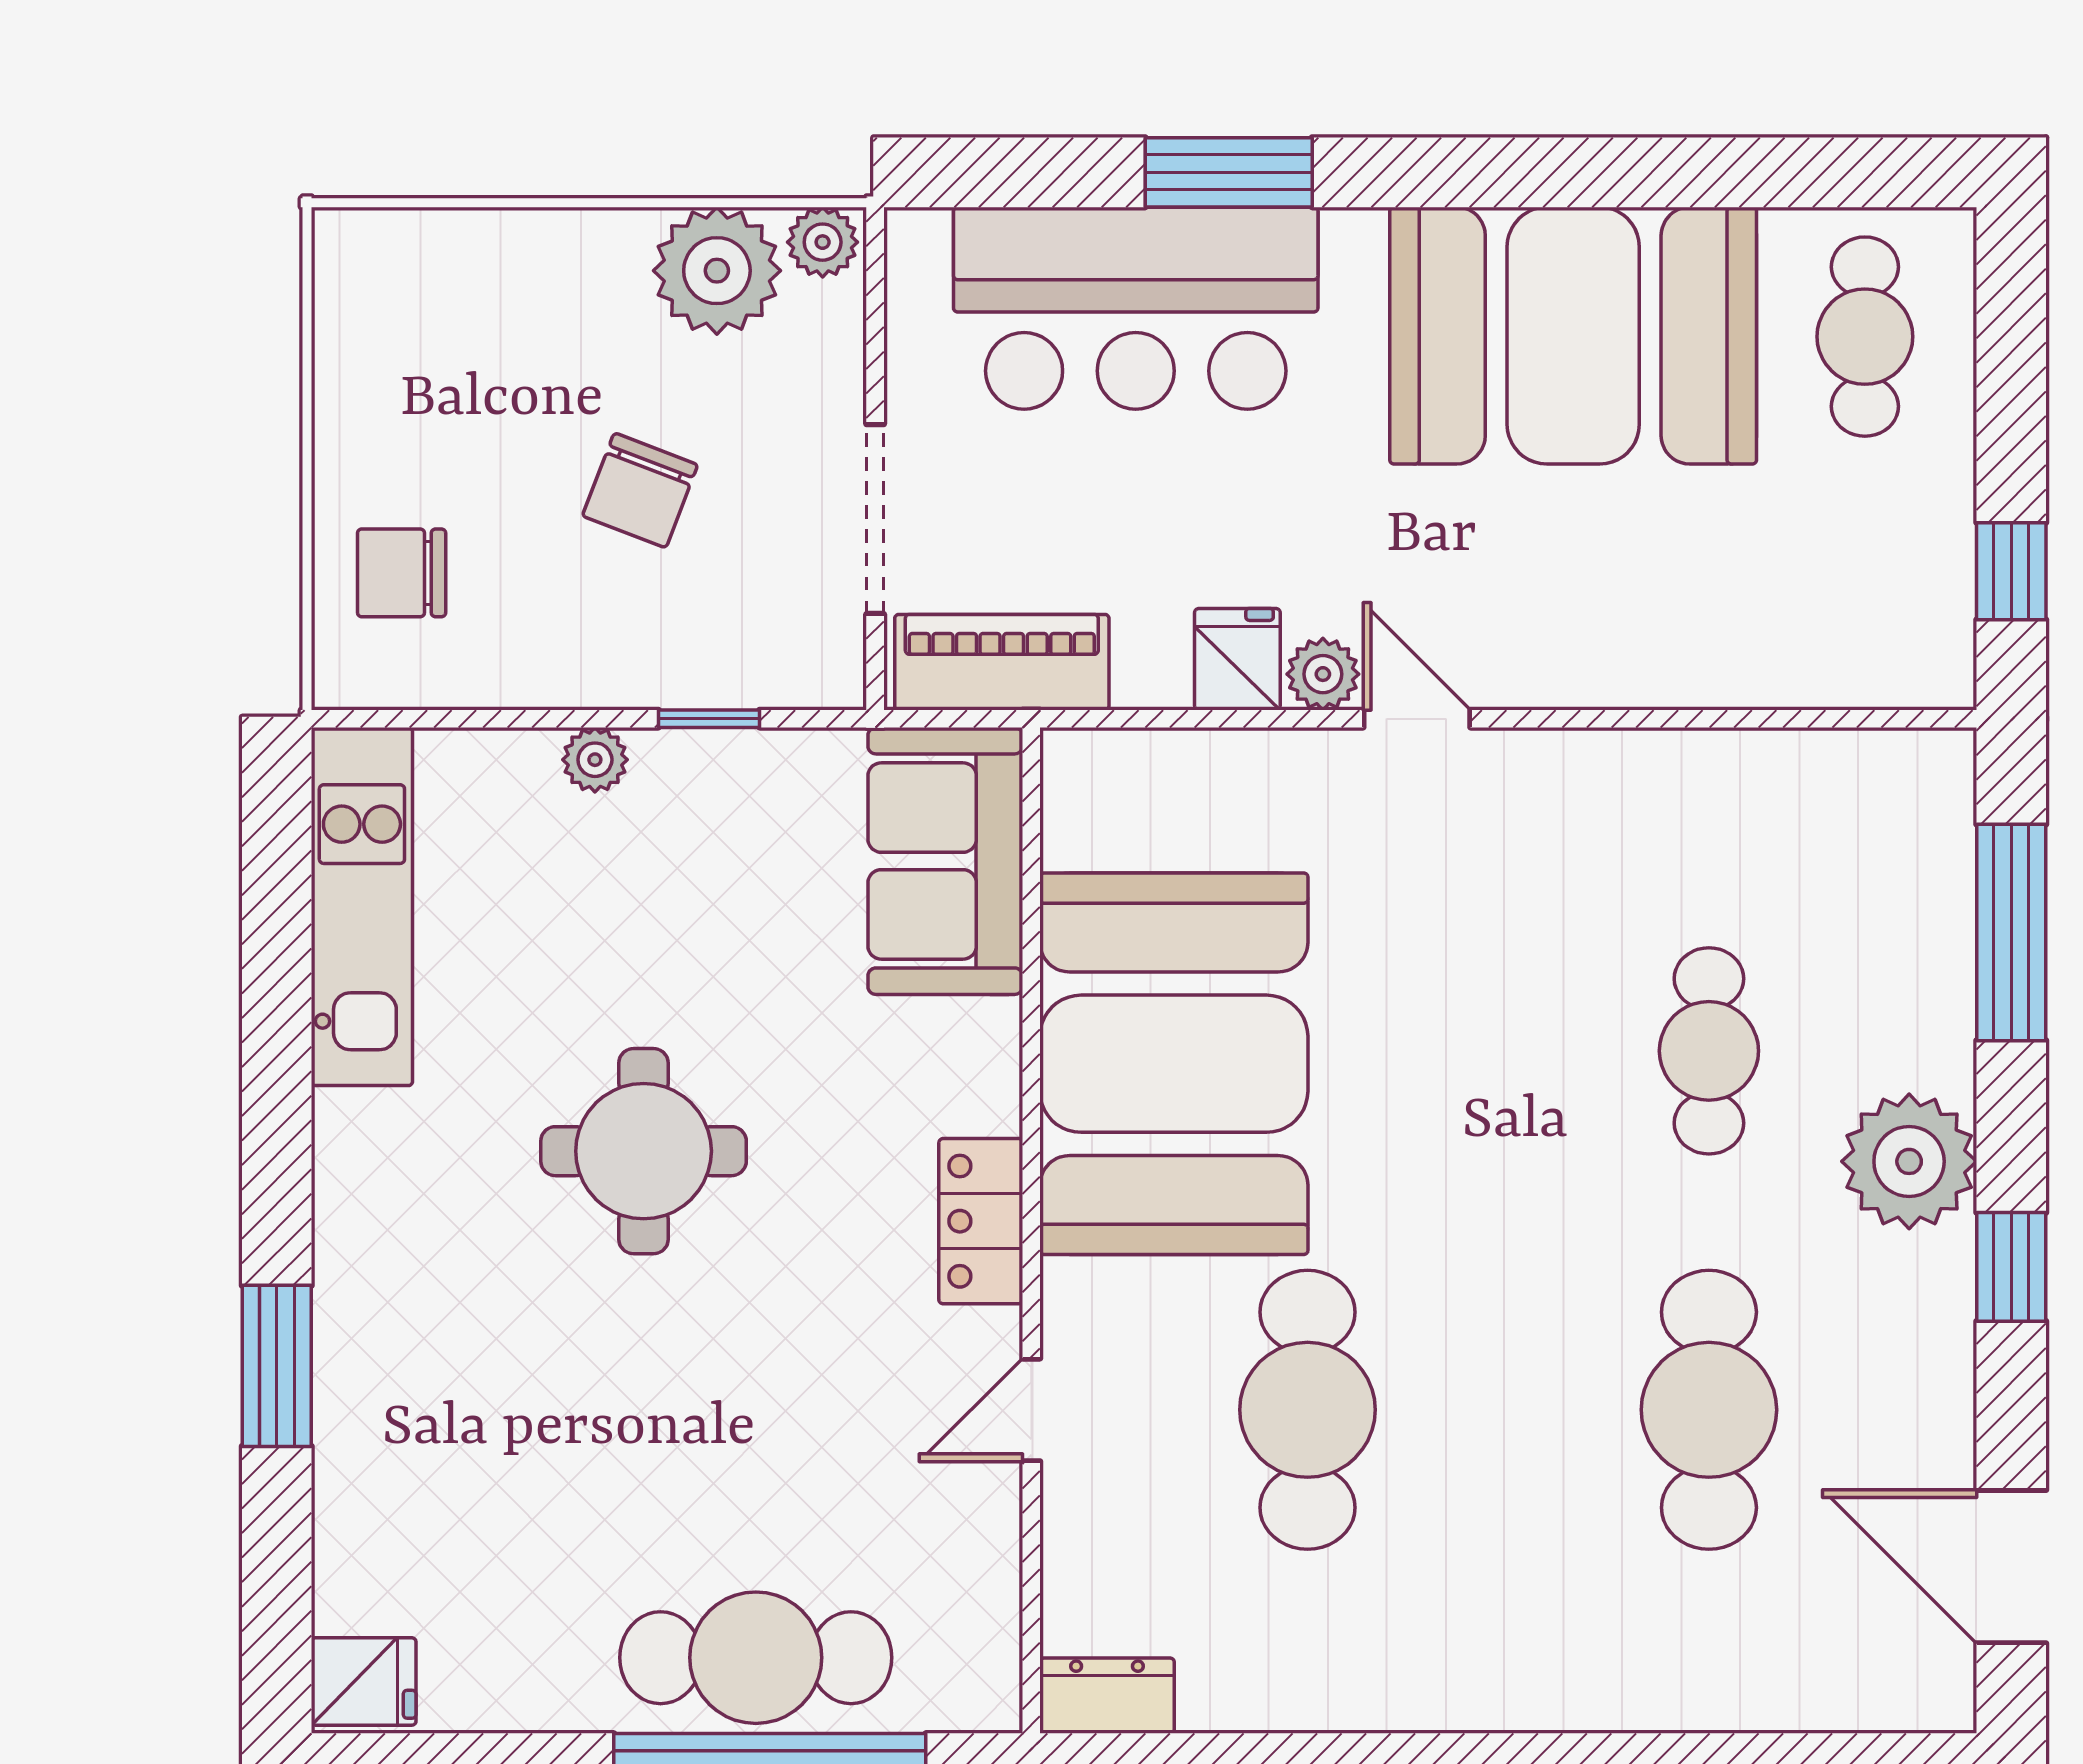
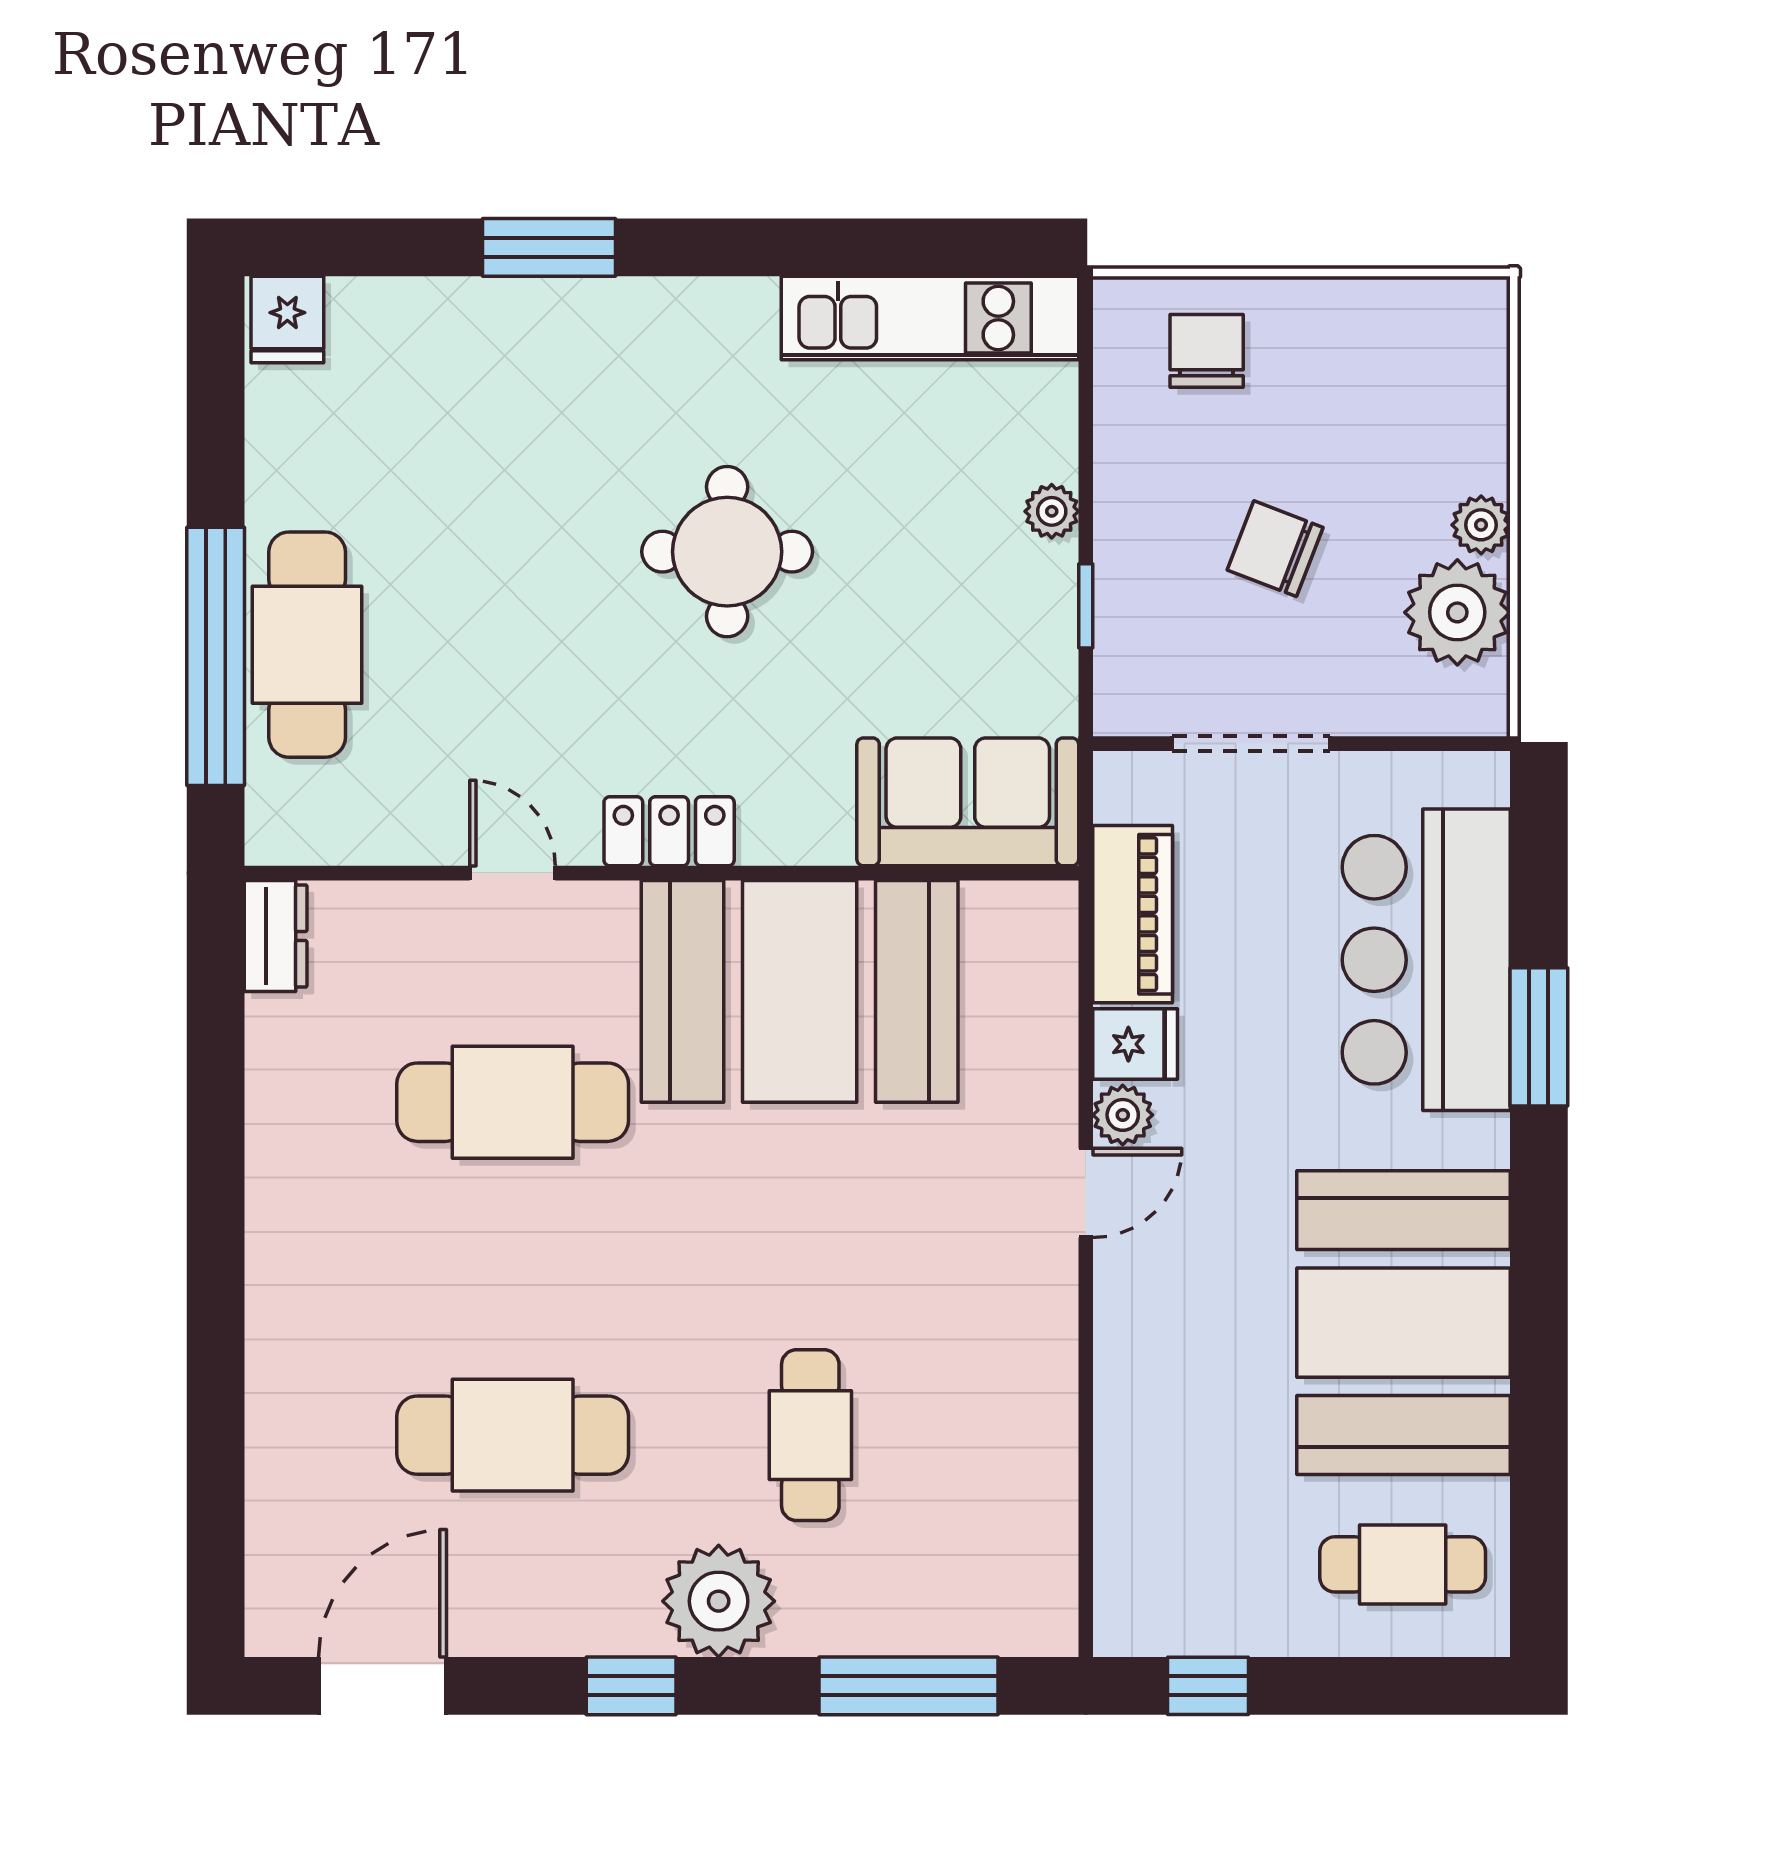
plant: (823, 242) -> (1481, 525), moved
piano: (1002, 662) -> (1133, 914), moved
cafe table: (1709, 1051) -> (810, 1435), turned 90

